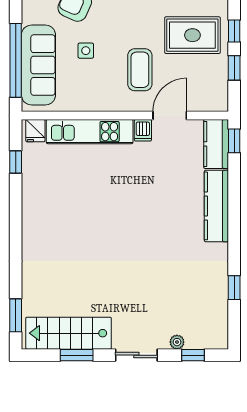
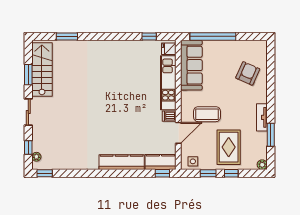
side table: (86, 51) -> (193, 161), moved
sofa: (38, 65) -> (191, 65), moved, turned -90
door: (170, 116) -> (178, 133), hinge flipped
window: (234, 288) -> (45, 173), moved
window: (16, 315) -> (67, 36), moved
plant: (177, 342) -> (36, 157), moved

